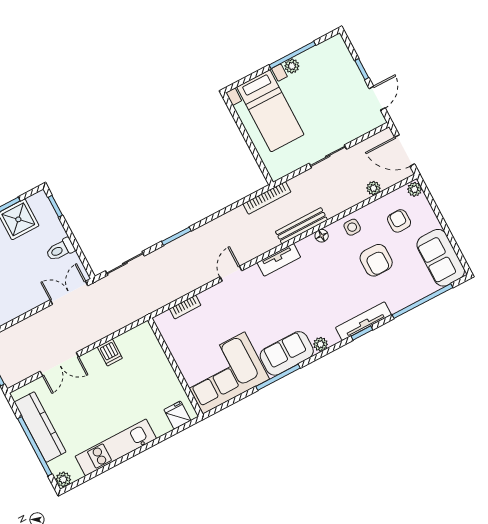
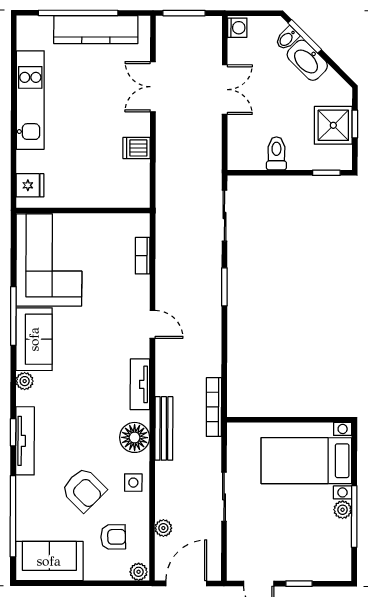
floor lamp: (322, 236) -> (135, 437), width x1.89, depth x1.89
armchair: (376, 260) -> (84, 490), turned -135
double door: (69, 293) -> (225, 90), moved
plant: (63, 479) -> (26, 25), removed

